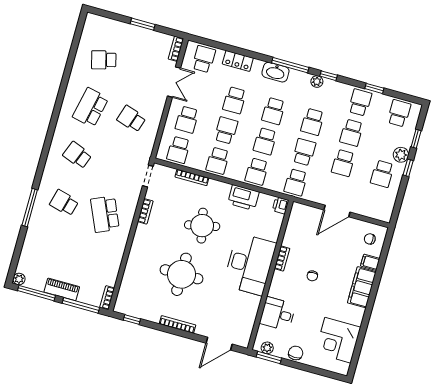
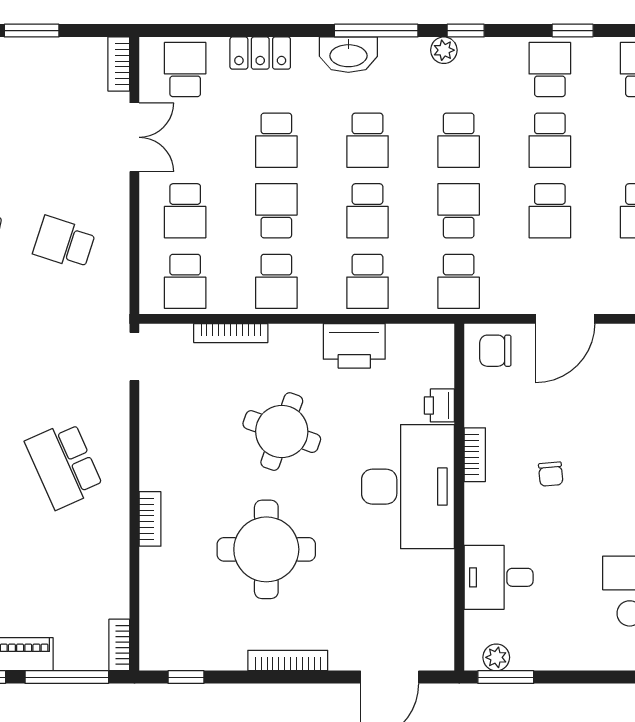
printer: (280, 205) -> (439, 405), moved
bookcase: (145, 211) -> (150, 519), moved
round table: (202, 226) -> (282, 432), turned 32
chair: (296, 353) -> (495, 351), moved, turned -90

